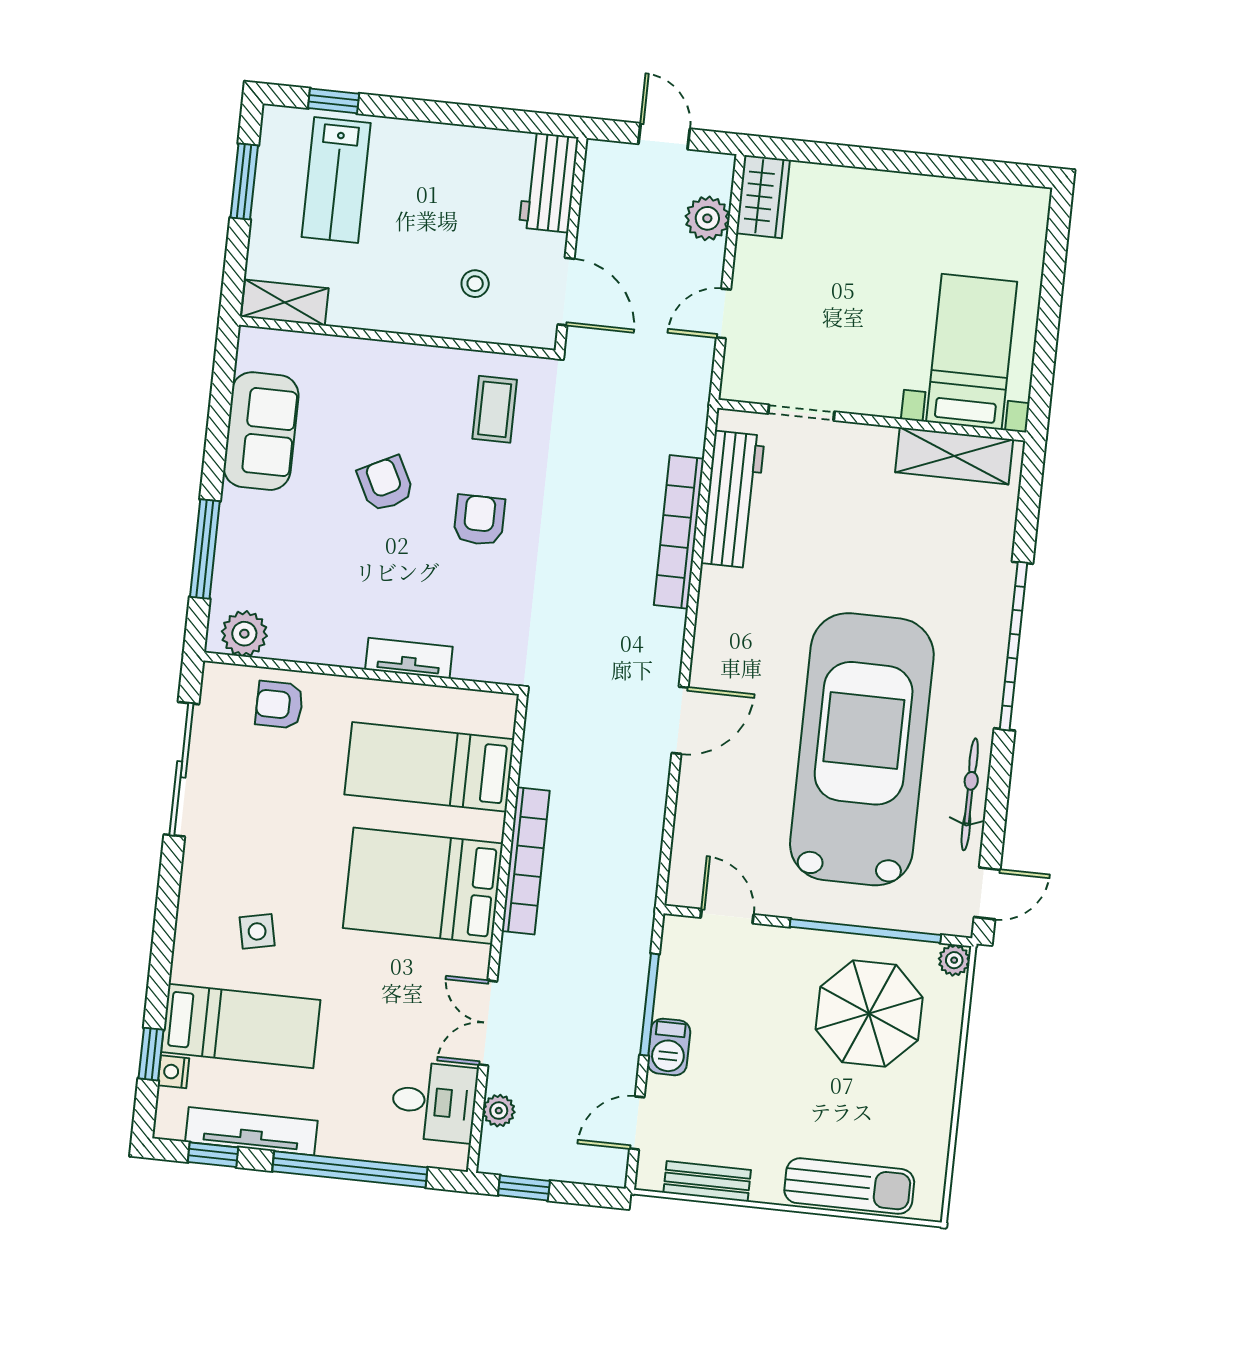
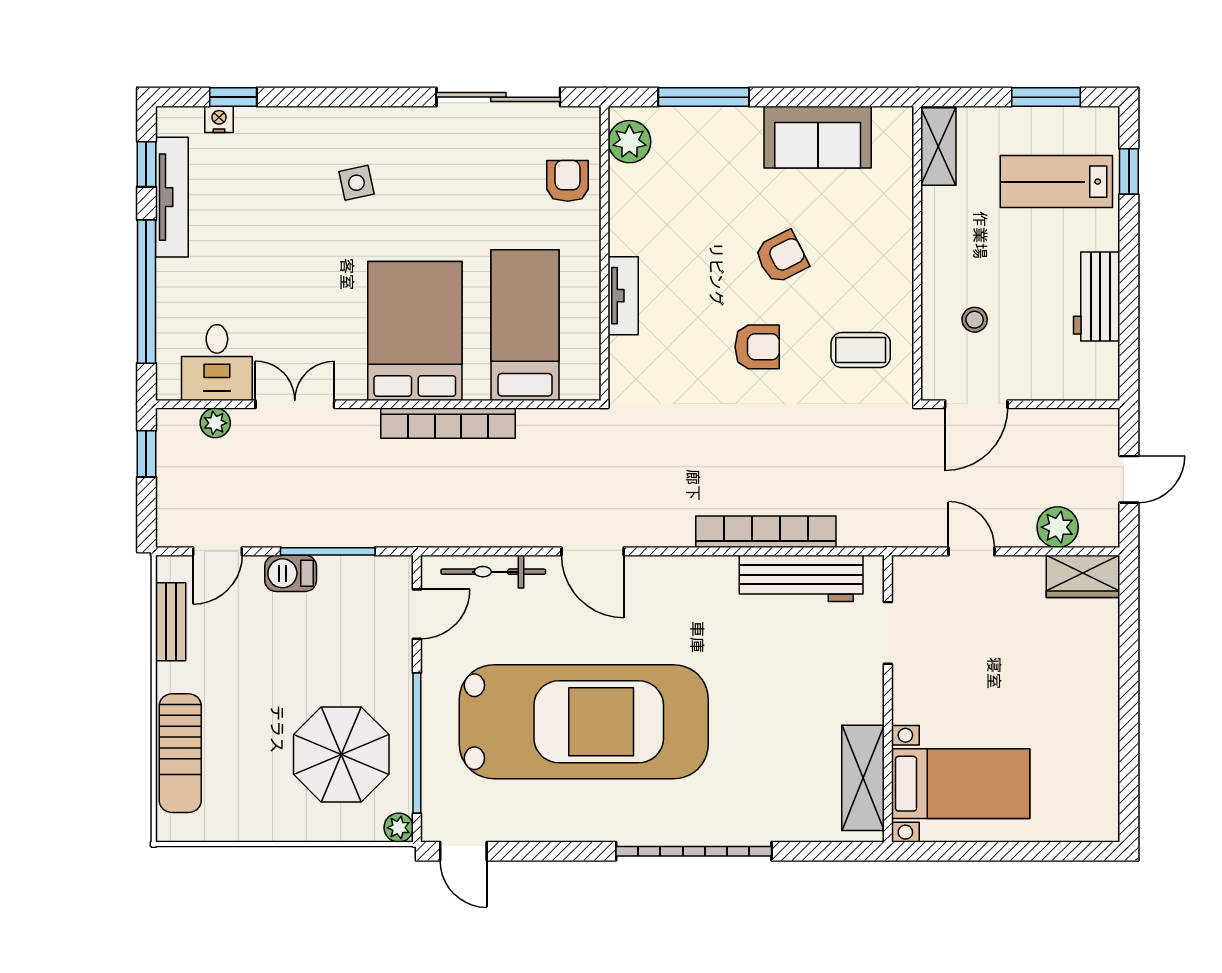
workbench: (549, 182) -> (1097, 297), moved, turned -90
bicycle: (970, 794) -> (493, 572), moved, turned 180
bed: (241, 1026) -> (268, 177), removed
door: (637, 1123) -> (217, 551), swing flipped

